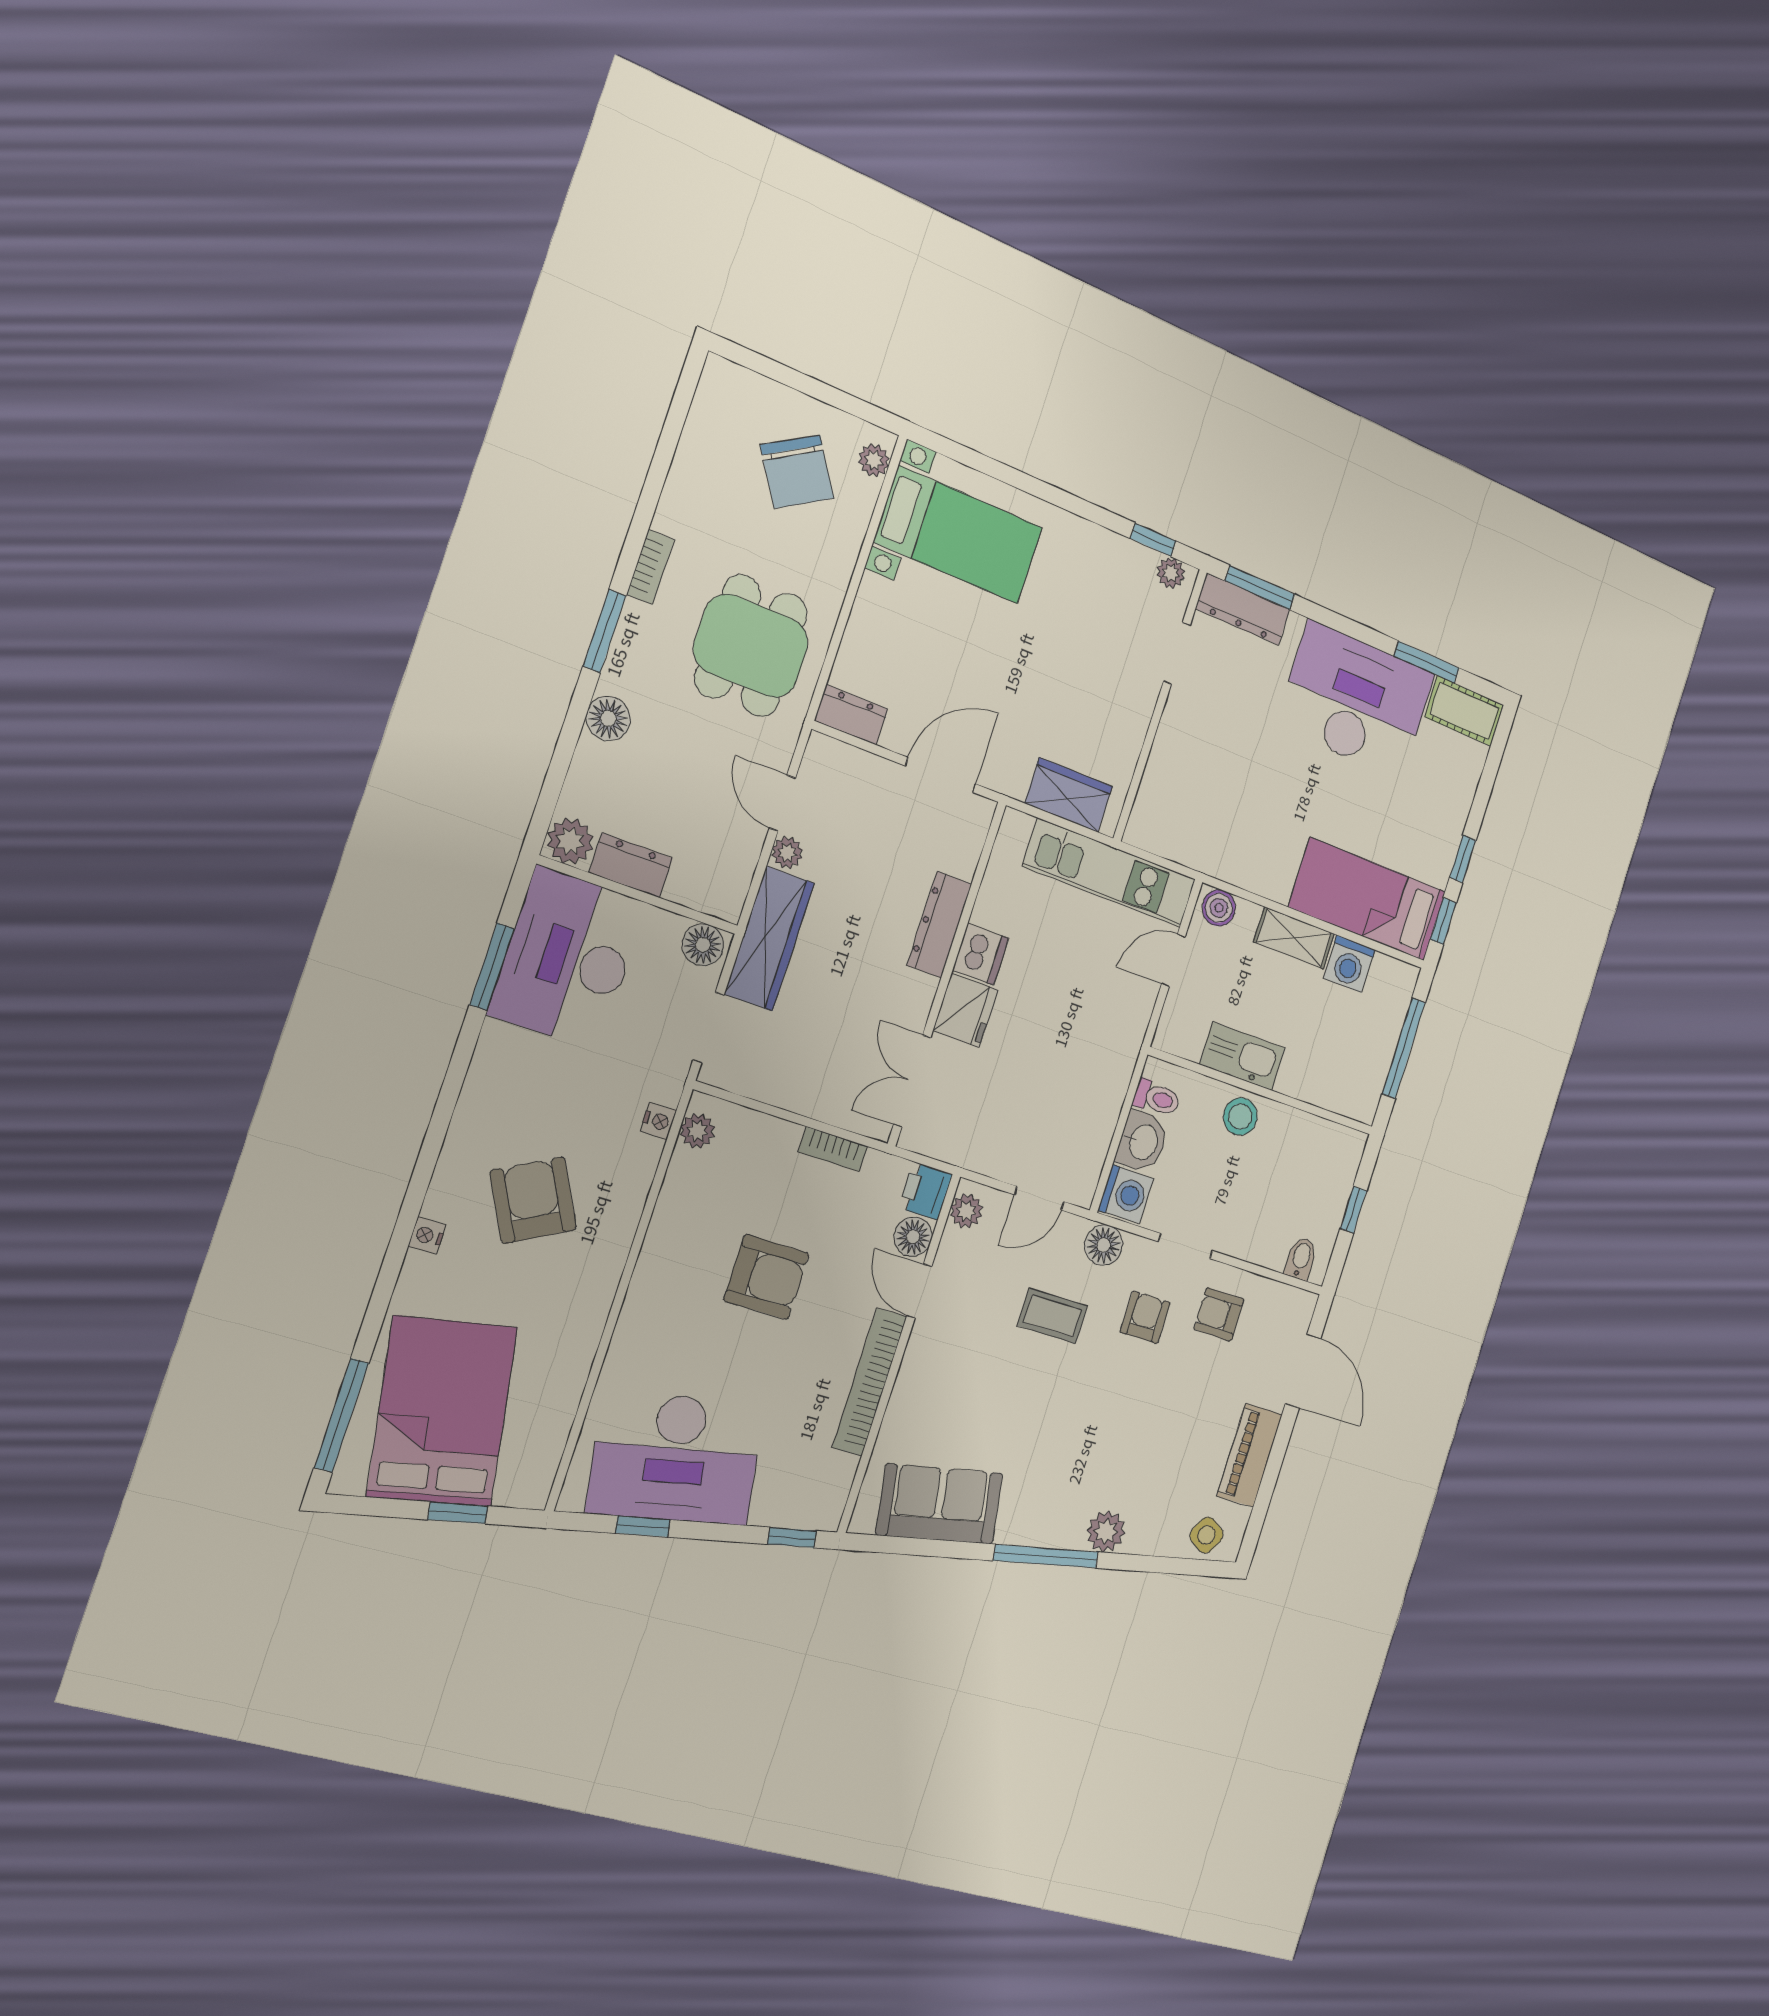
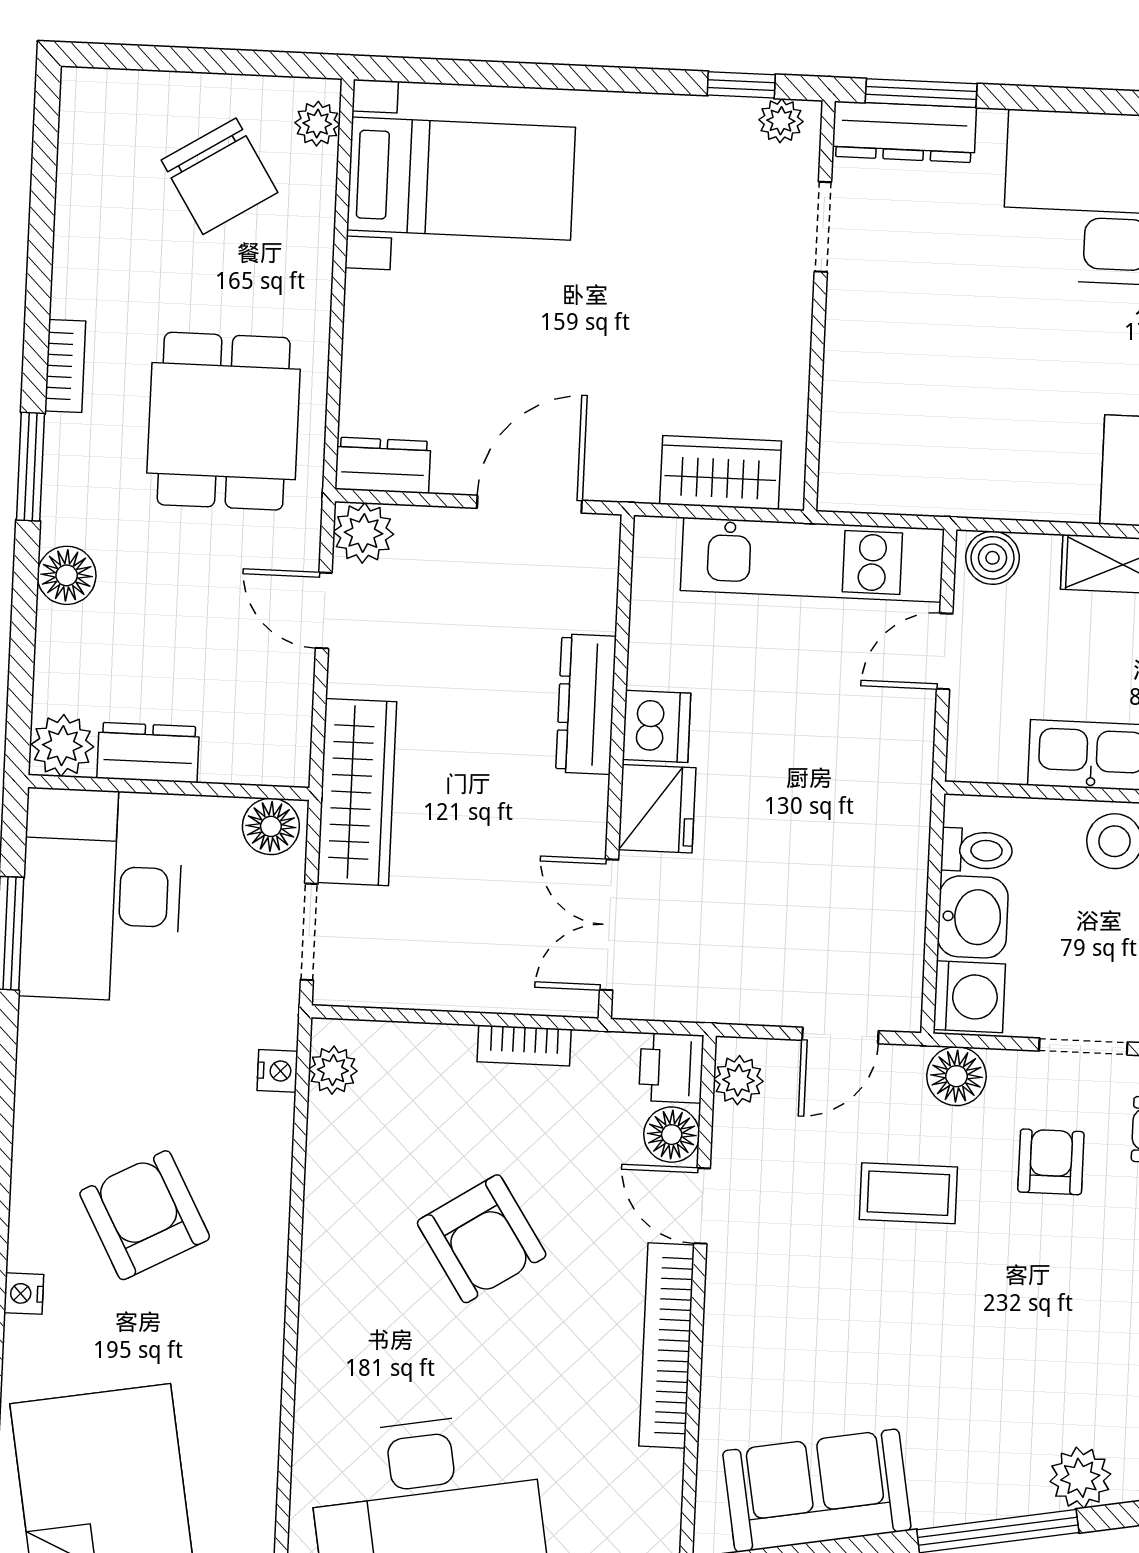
plant: (787, 853) -> (363, 533), moved, width x1.38, depth x1.38
armchair: (766, 1277) -> (482, 1239), turned 57

